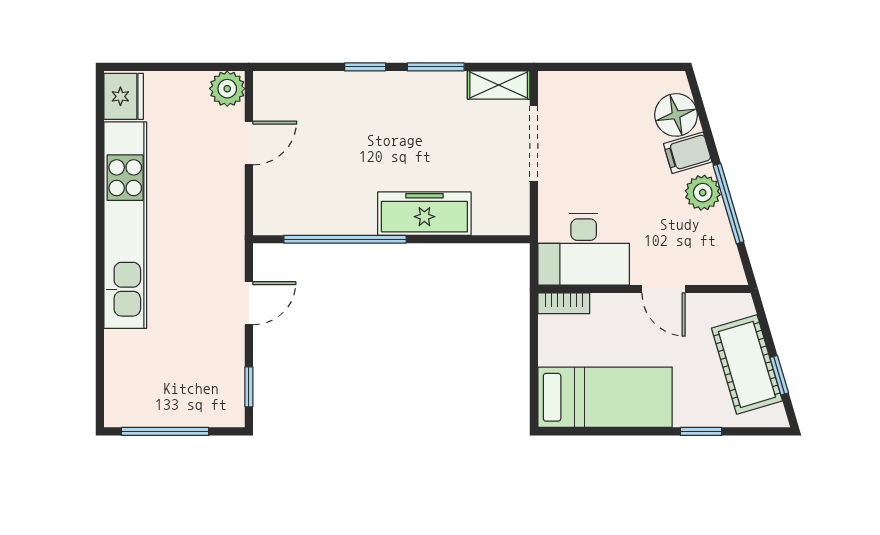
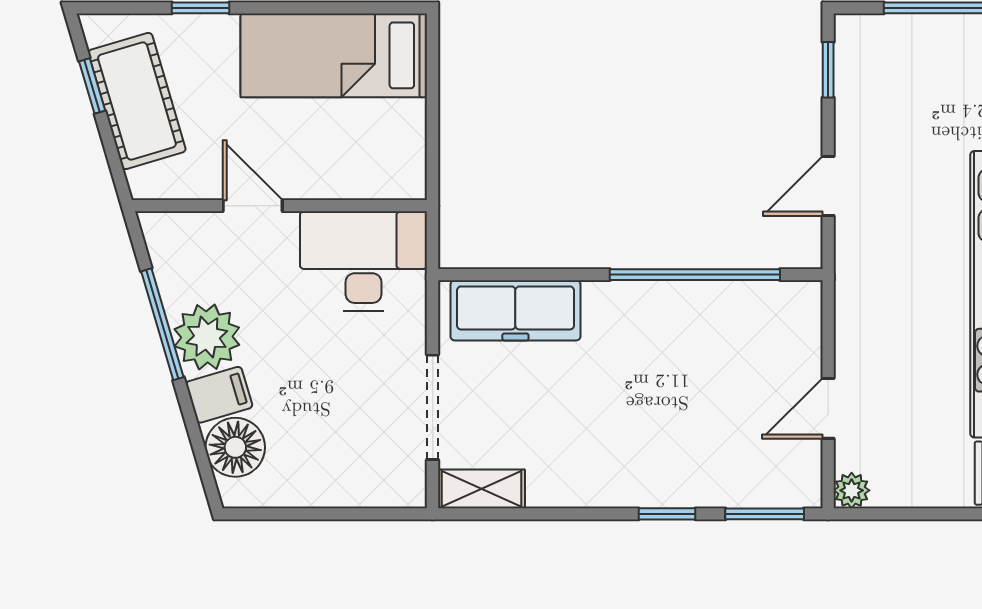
window: (436, 67) -> (765, 514), moved
plant: (227, 89) -> (852, 490), width x0.73, depth x0.73
plant: (703, 193) -> (207, 337), width x1.36, depth x1.36
freezer: (424, 214) -> (515, 310), moved
bookcase: (564, 303) -> (391, 186), removed

